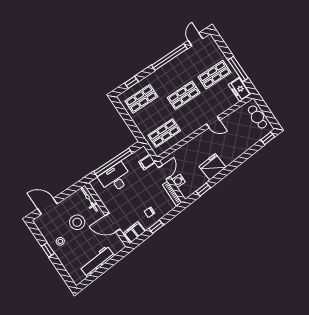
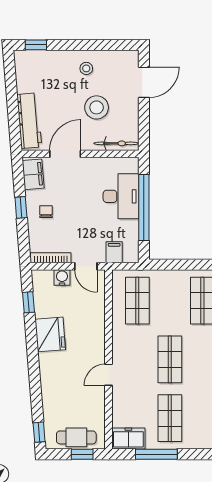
window: (264, 108) -> (82, 454), added
window: (48, 250) -> (36, 45), moved
workbench: (97, 261) -> (29, 121), moved

